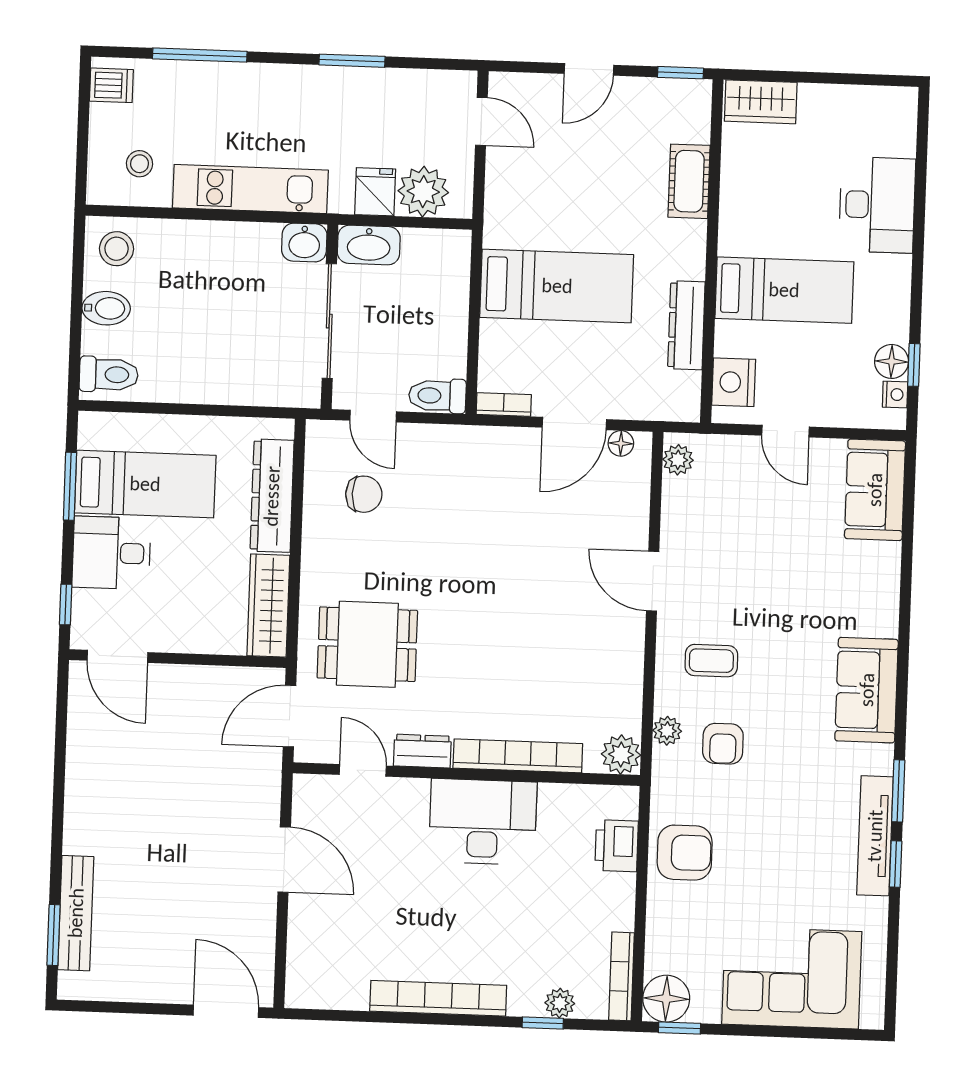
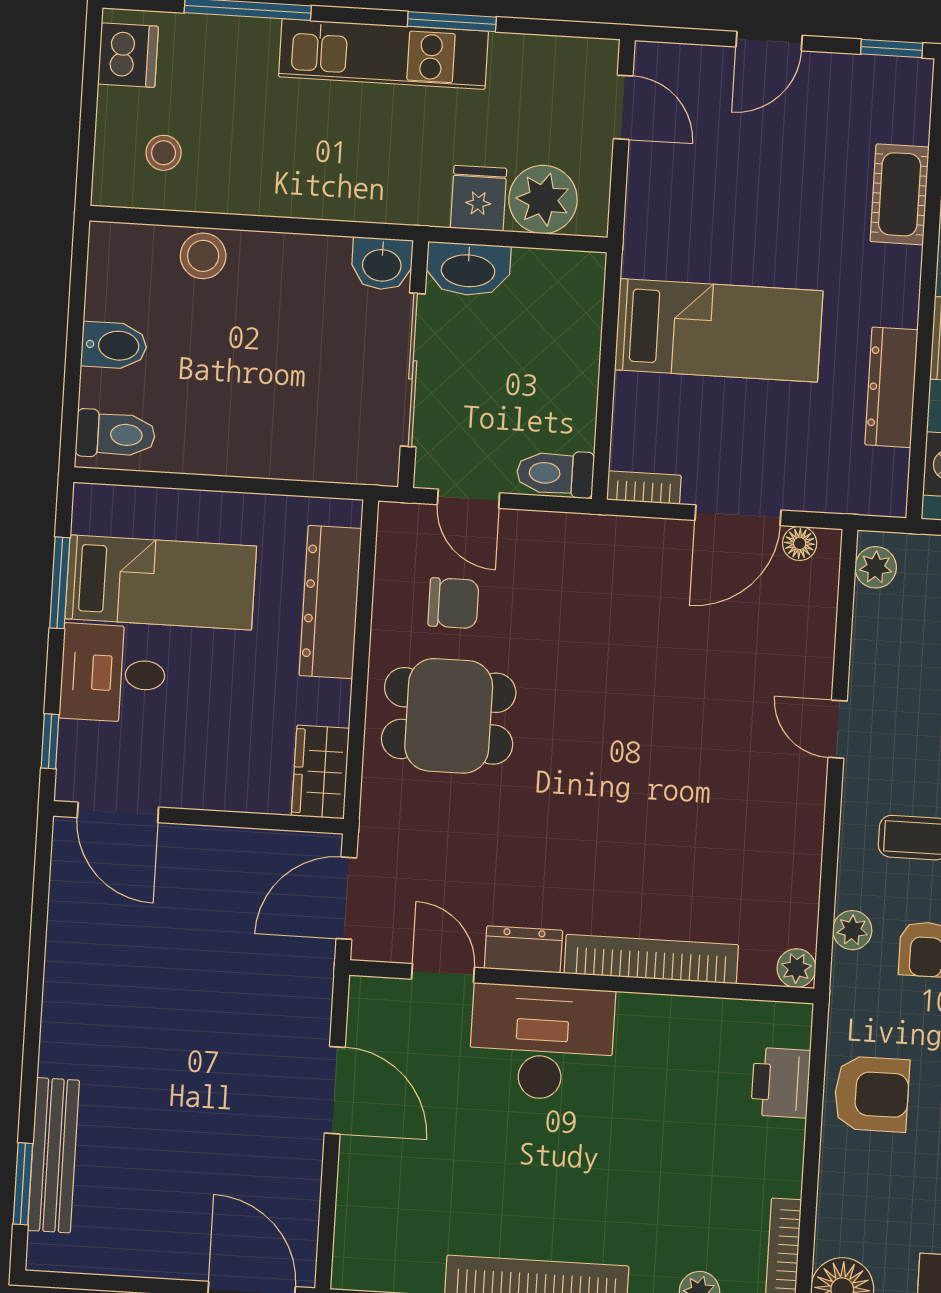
dishwasher: (111, 85) -> (128, 55), width x1.38
kitchen unit: (250, 189) -> (383, 54), moved, turned 180
stool: (117, 249) -> (203, 256), moved
door: (653, 581) -> (838, 729), width x0.73
wardrobe: (268, 606) -> (320, 772), width x0.67
dining table: (367, 644) -> (449, 716), moved
plant: (621, 754) -> (796, 968), width x0.73, depth x0.73
desk: (483, 822) -> (542, 1042), moved

